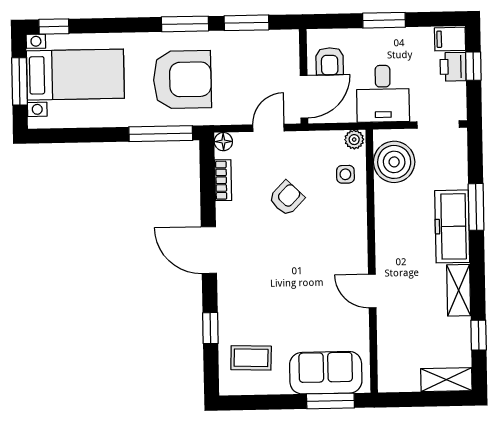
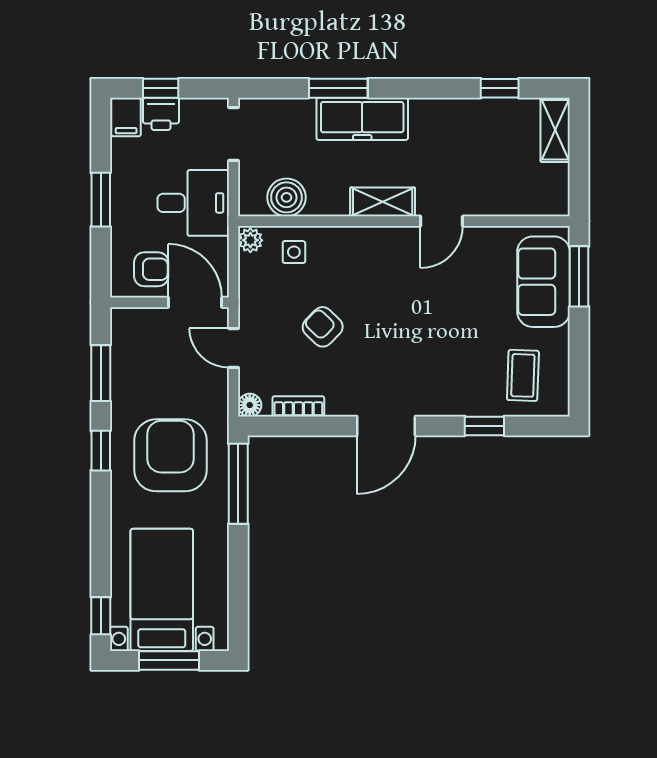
window: (185, 24) -> (101, 451), width x0.67
boiler: (394, 162) -> (286, 197), width x0.73, depth x0.73
shelving: (459, 290) -> (383, 202), moved

